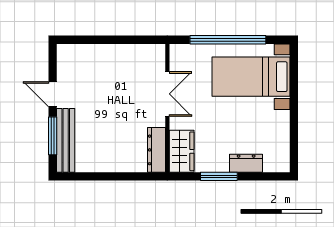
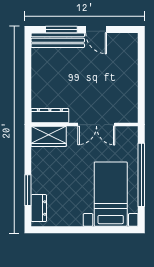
door: (53, 94) -> (96, 29), swing flipped
dresser: (246, 163) -> (39, 208), moved
window: (219, 176) -> (28, 190), moved

